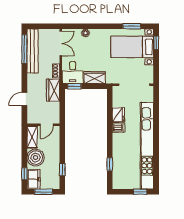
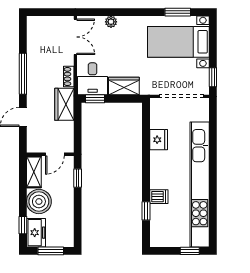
window: (156, 43) -> (213, 77), moved
window: (24, 49) -> (23, 74), moved
bench: (33, 51) -> (35, 48), removed
dishwasher: (119, 127) -> (159, 197), moved
window: (62, 170) -> (78, 178), moved

